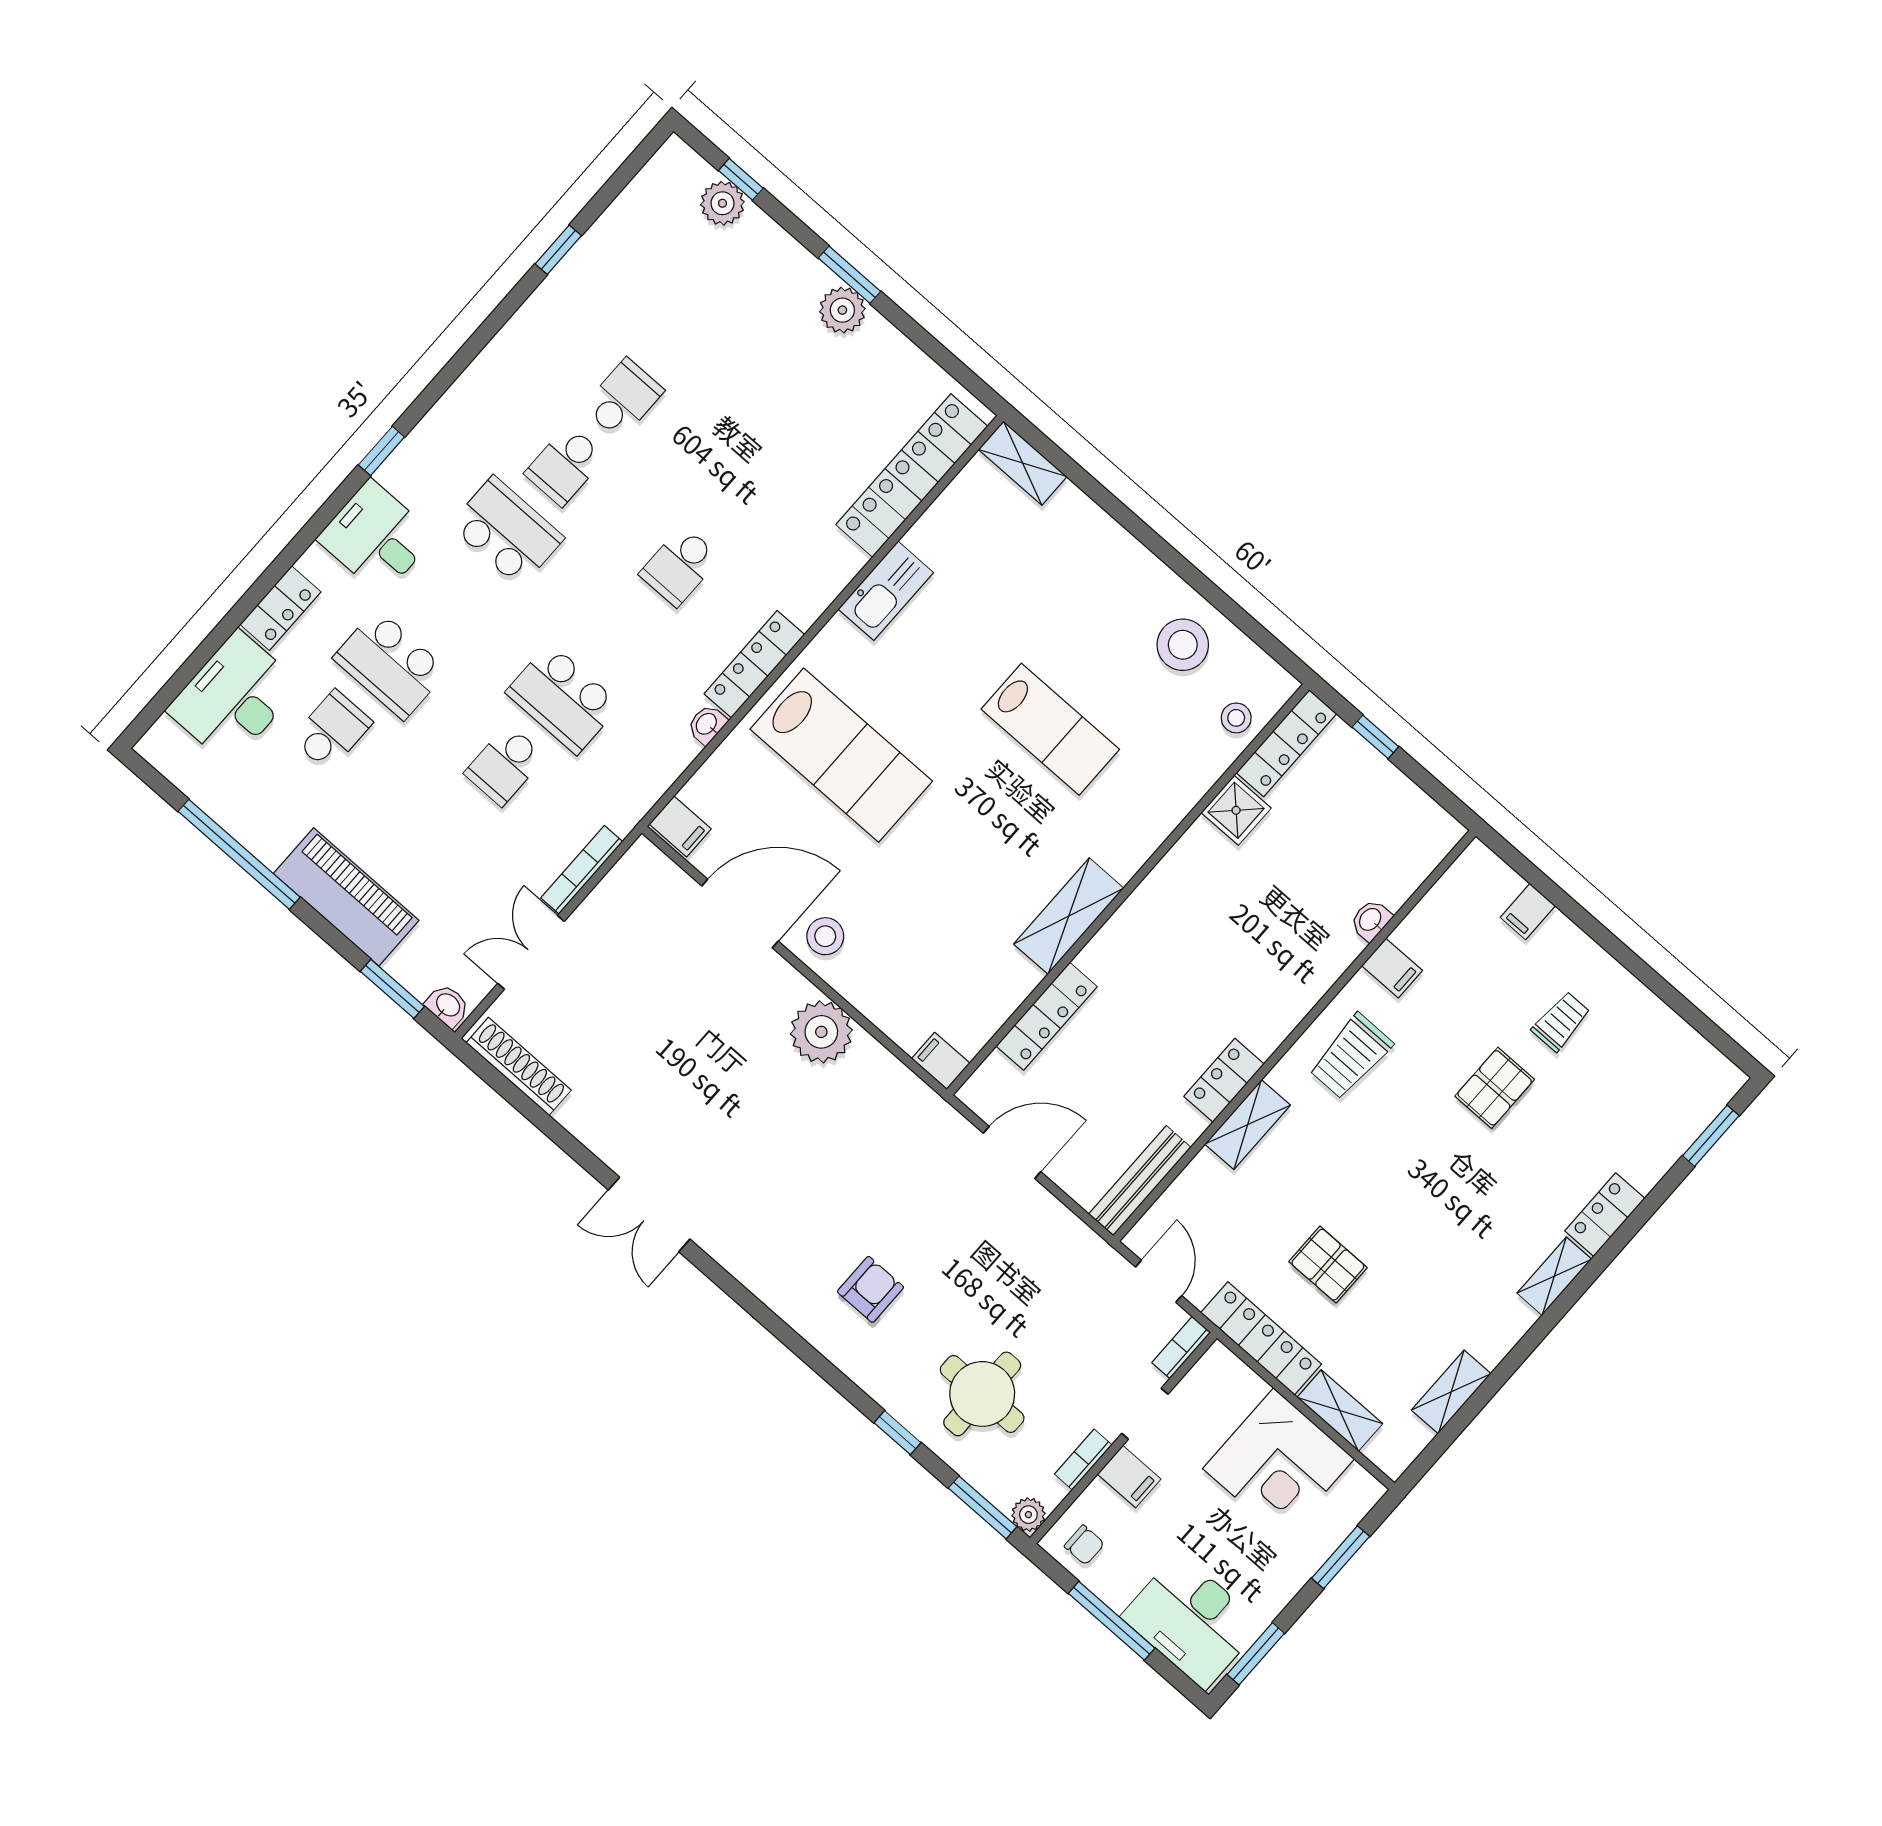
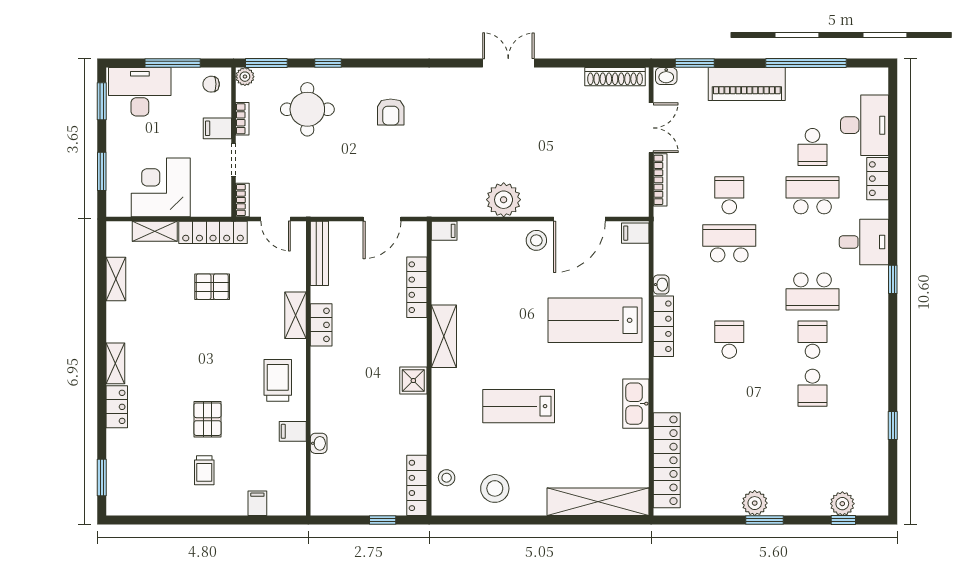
shelving: (1023, 463) -> (598, 502), width x2.20, depth x1.33
shower: (1236, 810) -> (413, 381), moved

